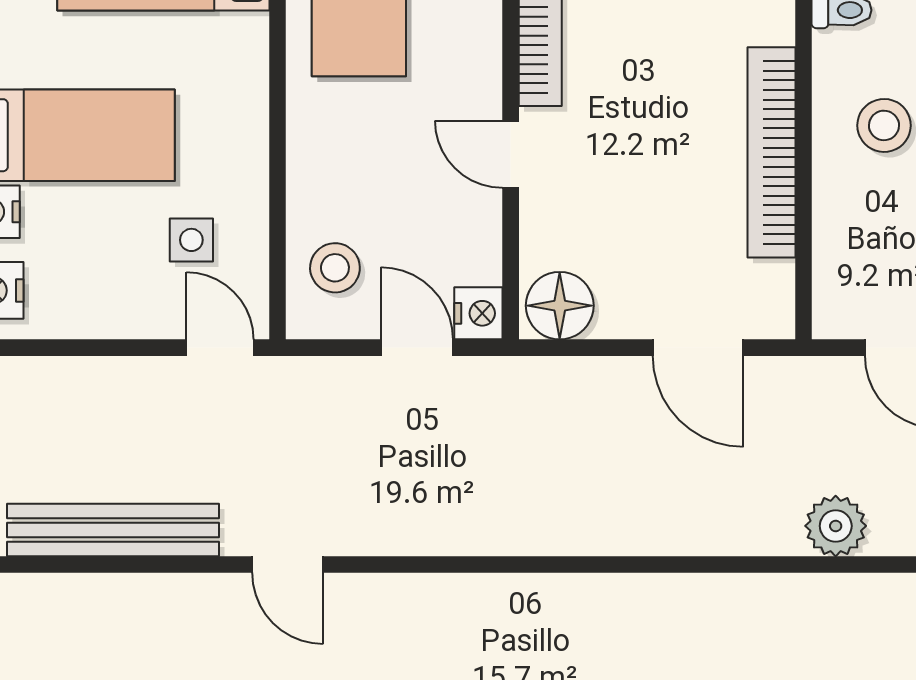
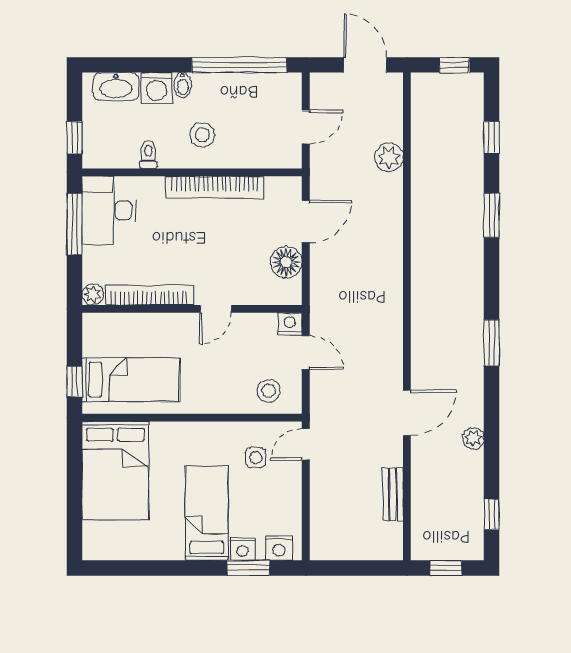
floor lamp: (560, 306) -> (286, 262), moved
door: (417, 348) -> (306, 352), swing flipped
bench: (113, 530) -> (393, 494), width x0.54, depth x0.82
door: (288, 565) -> (407, 413), width x1.38

